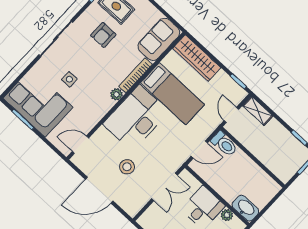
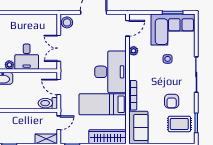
armchair: (103, 35) -> (172, 101), turned 180
plant: (116, 94) -> (134, 51), moved
door: (231, 115) -> (59, 123), hinge flipped
door: (199, 149) -> (59, 87), hinge flipped
stool: (127, 167) -> (67, 22), moved

